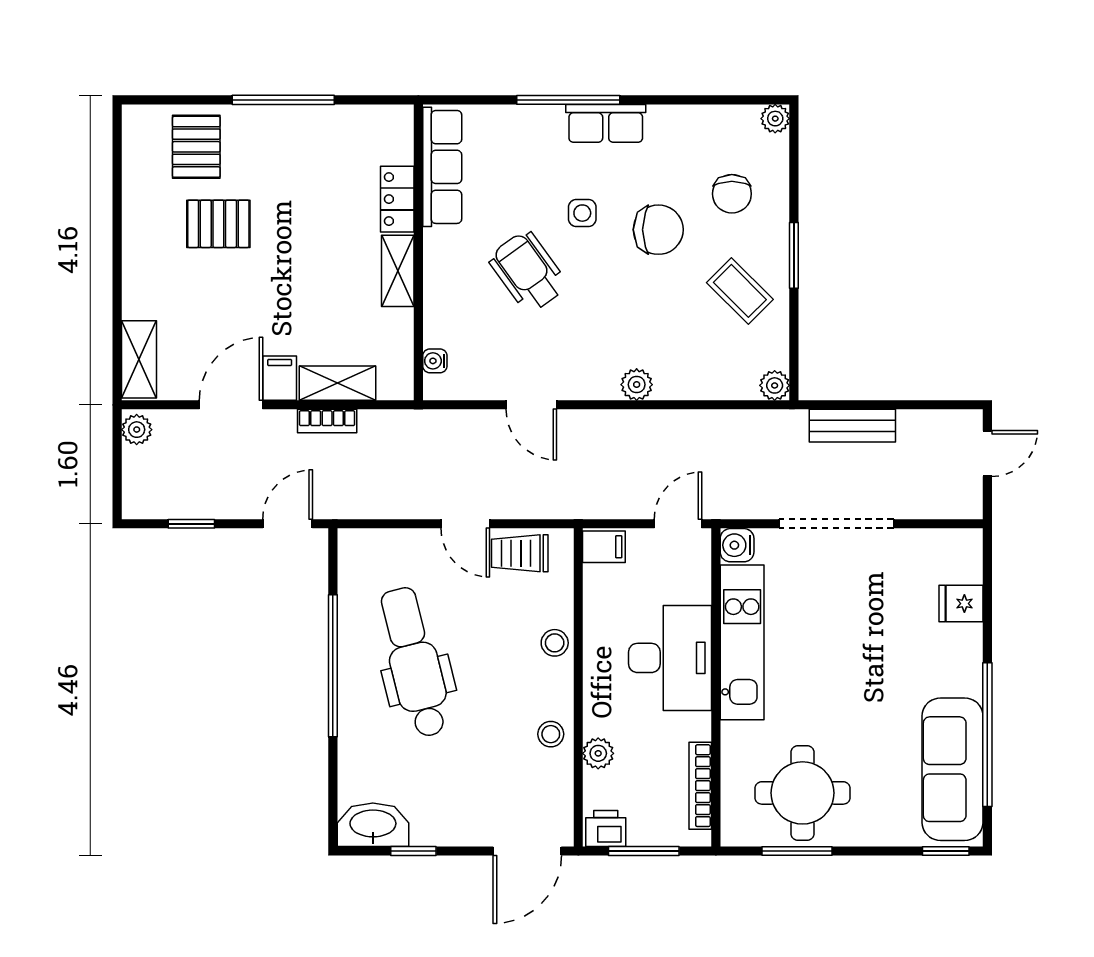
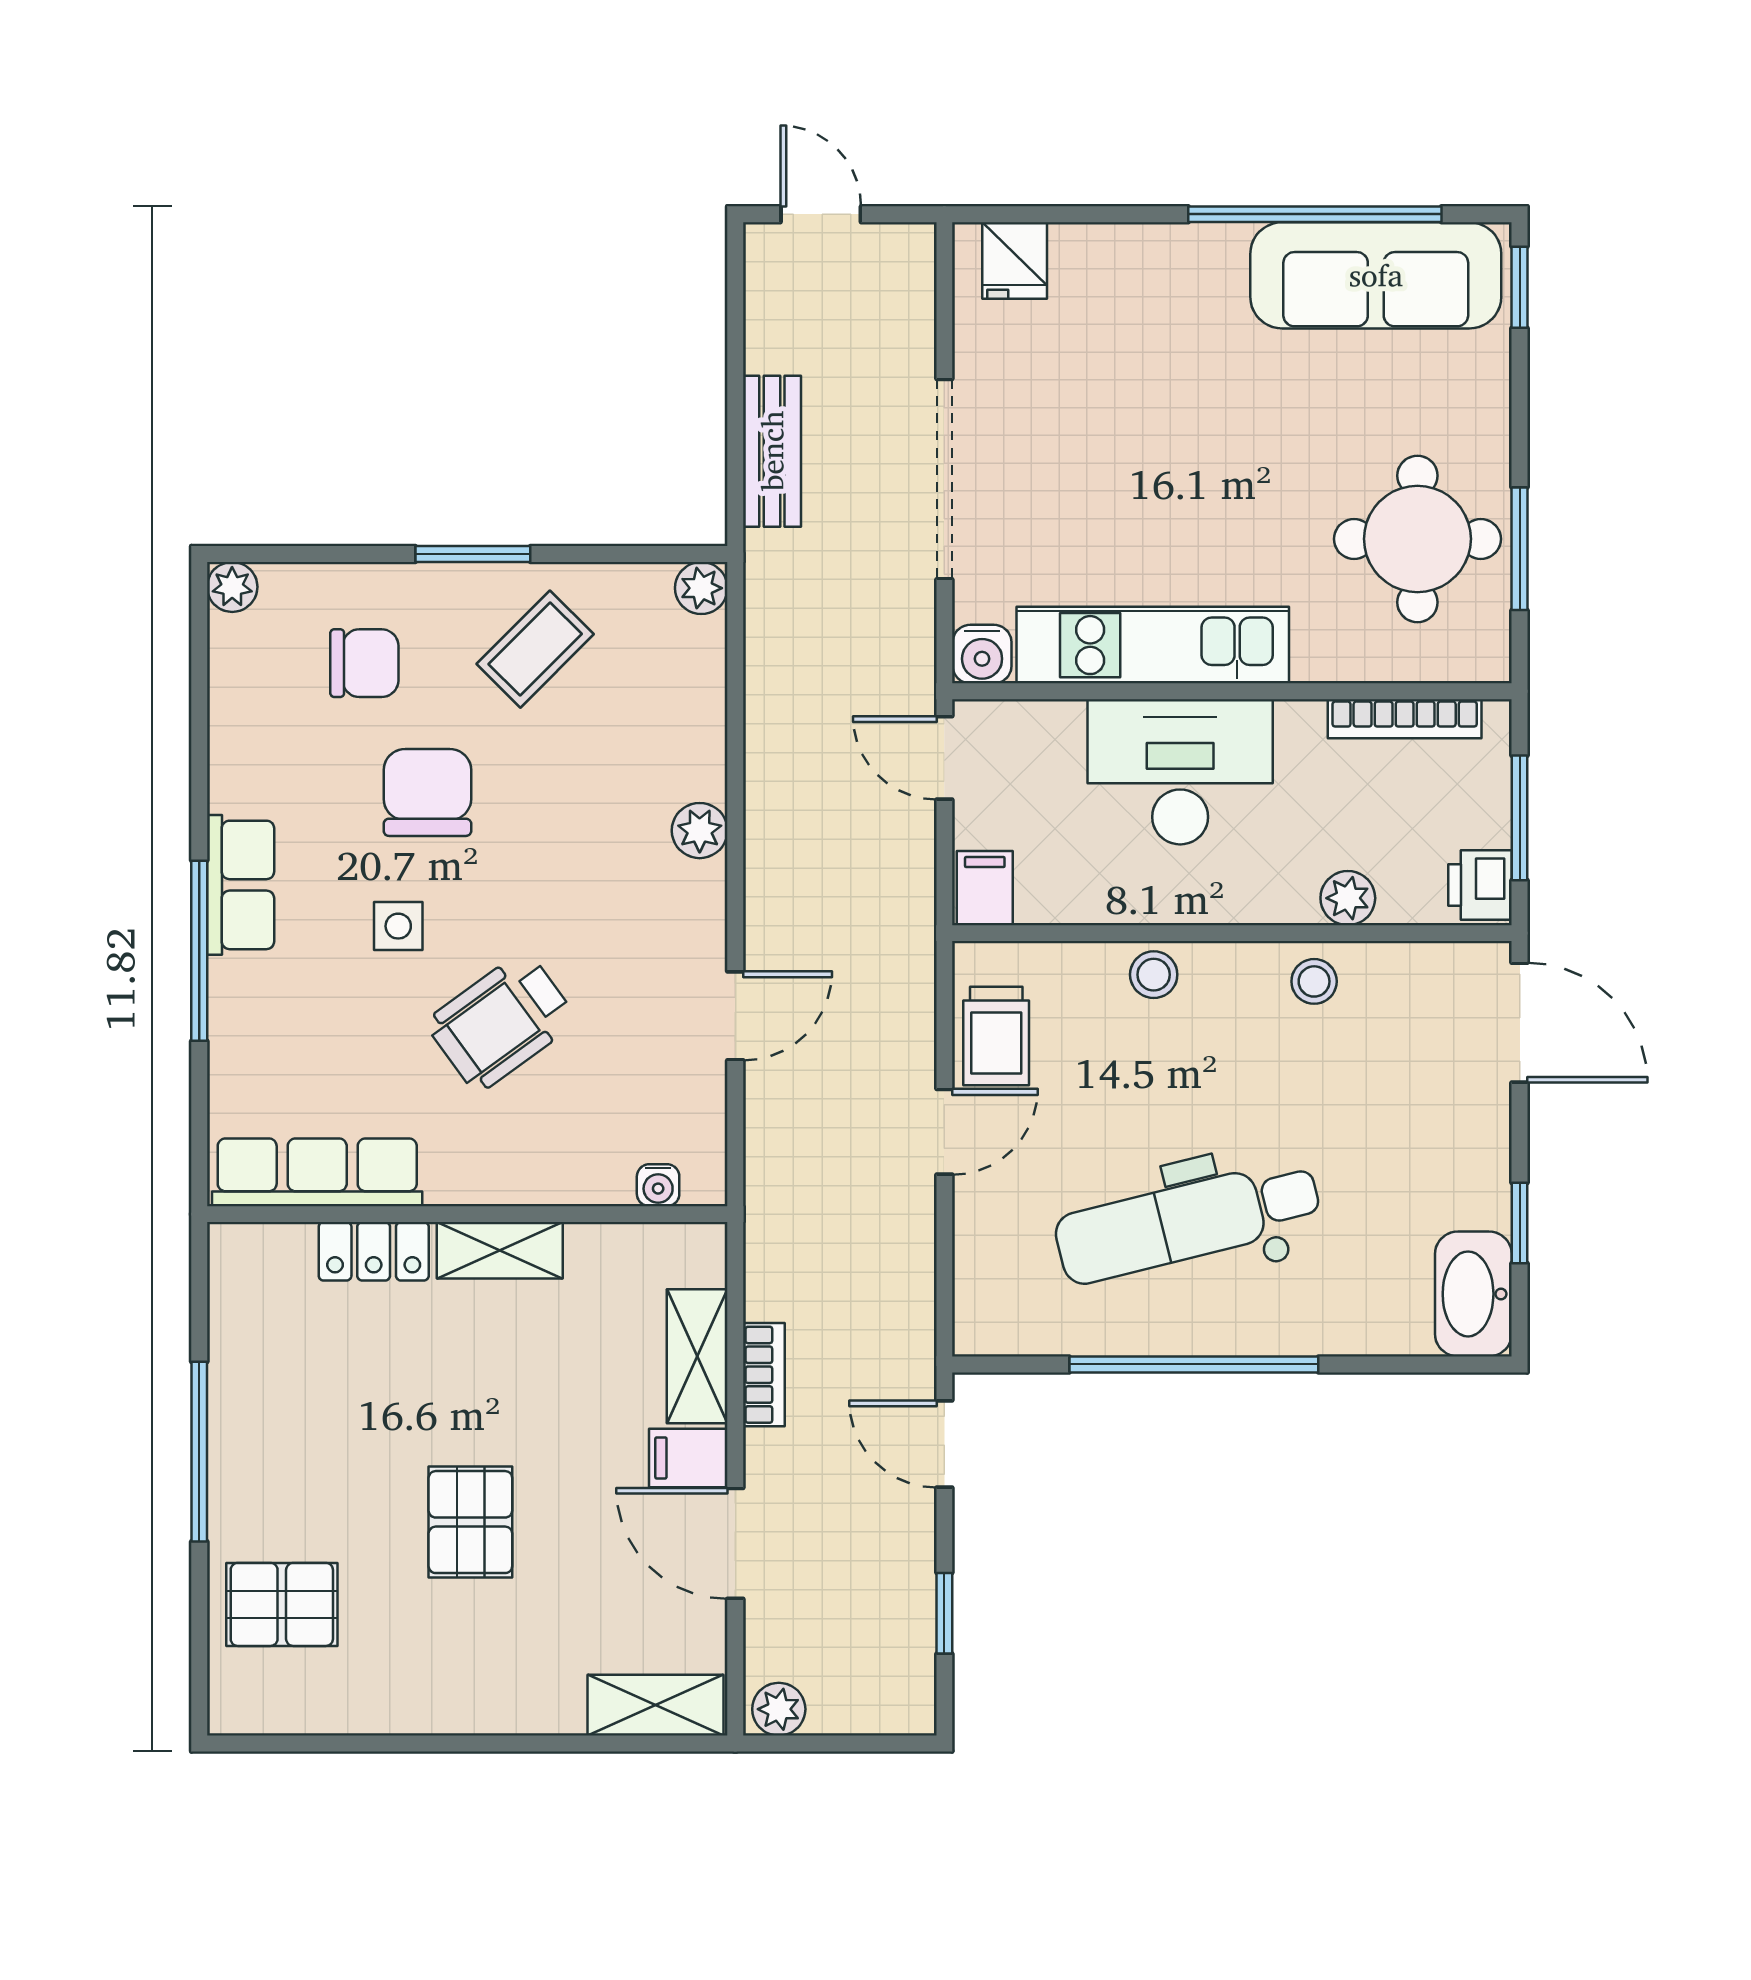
pallet: (218, 224) -> (470, 1522), moved
fridge: (961, 603) -> (1015, 260), moved

